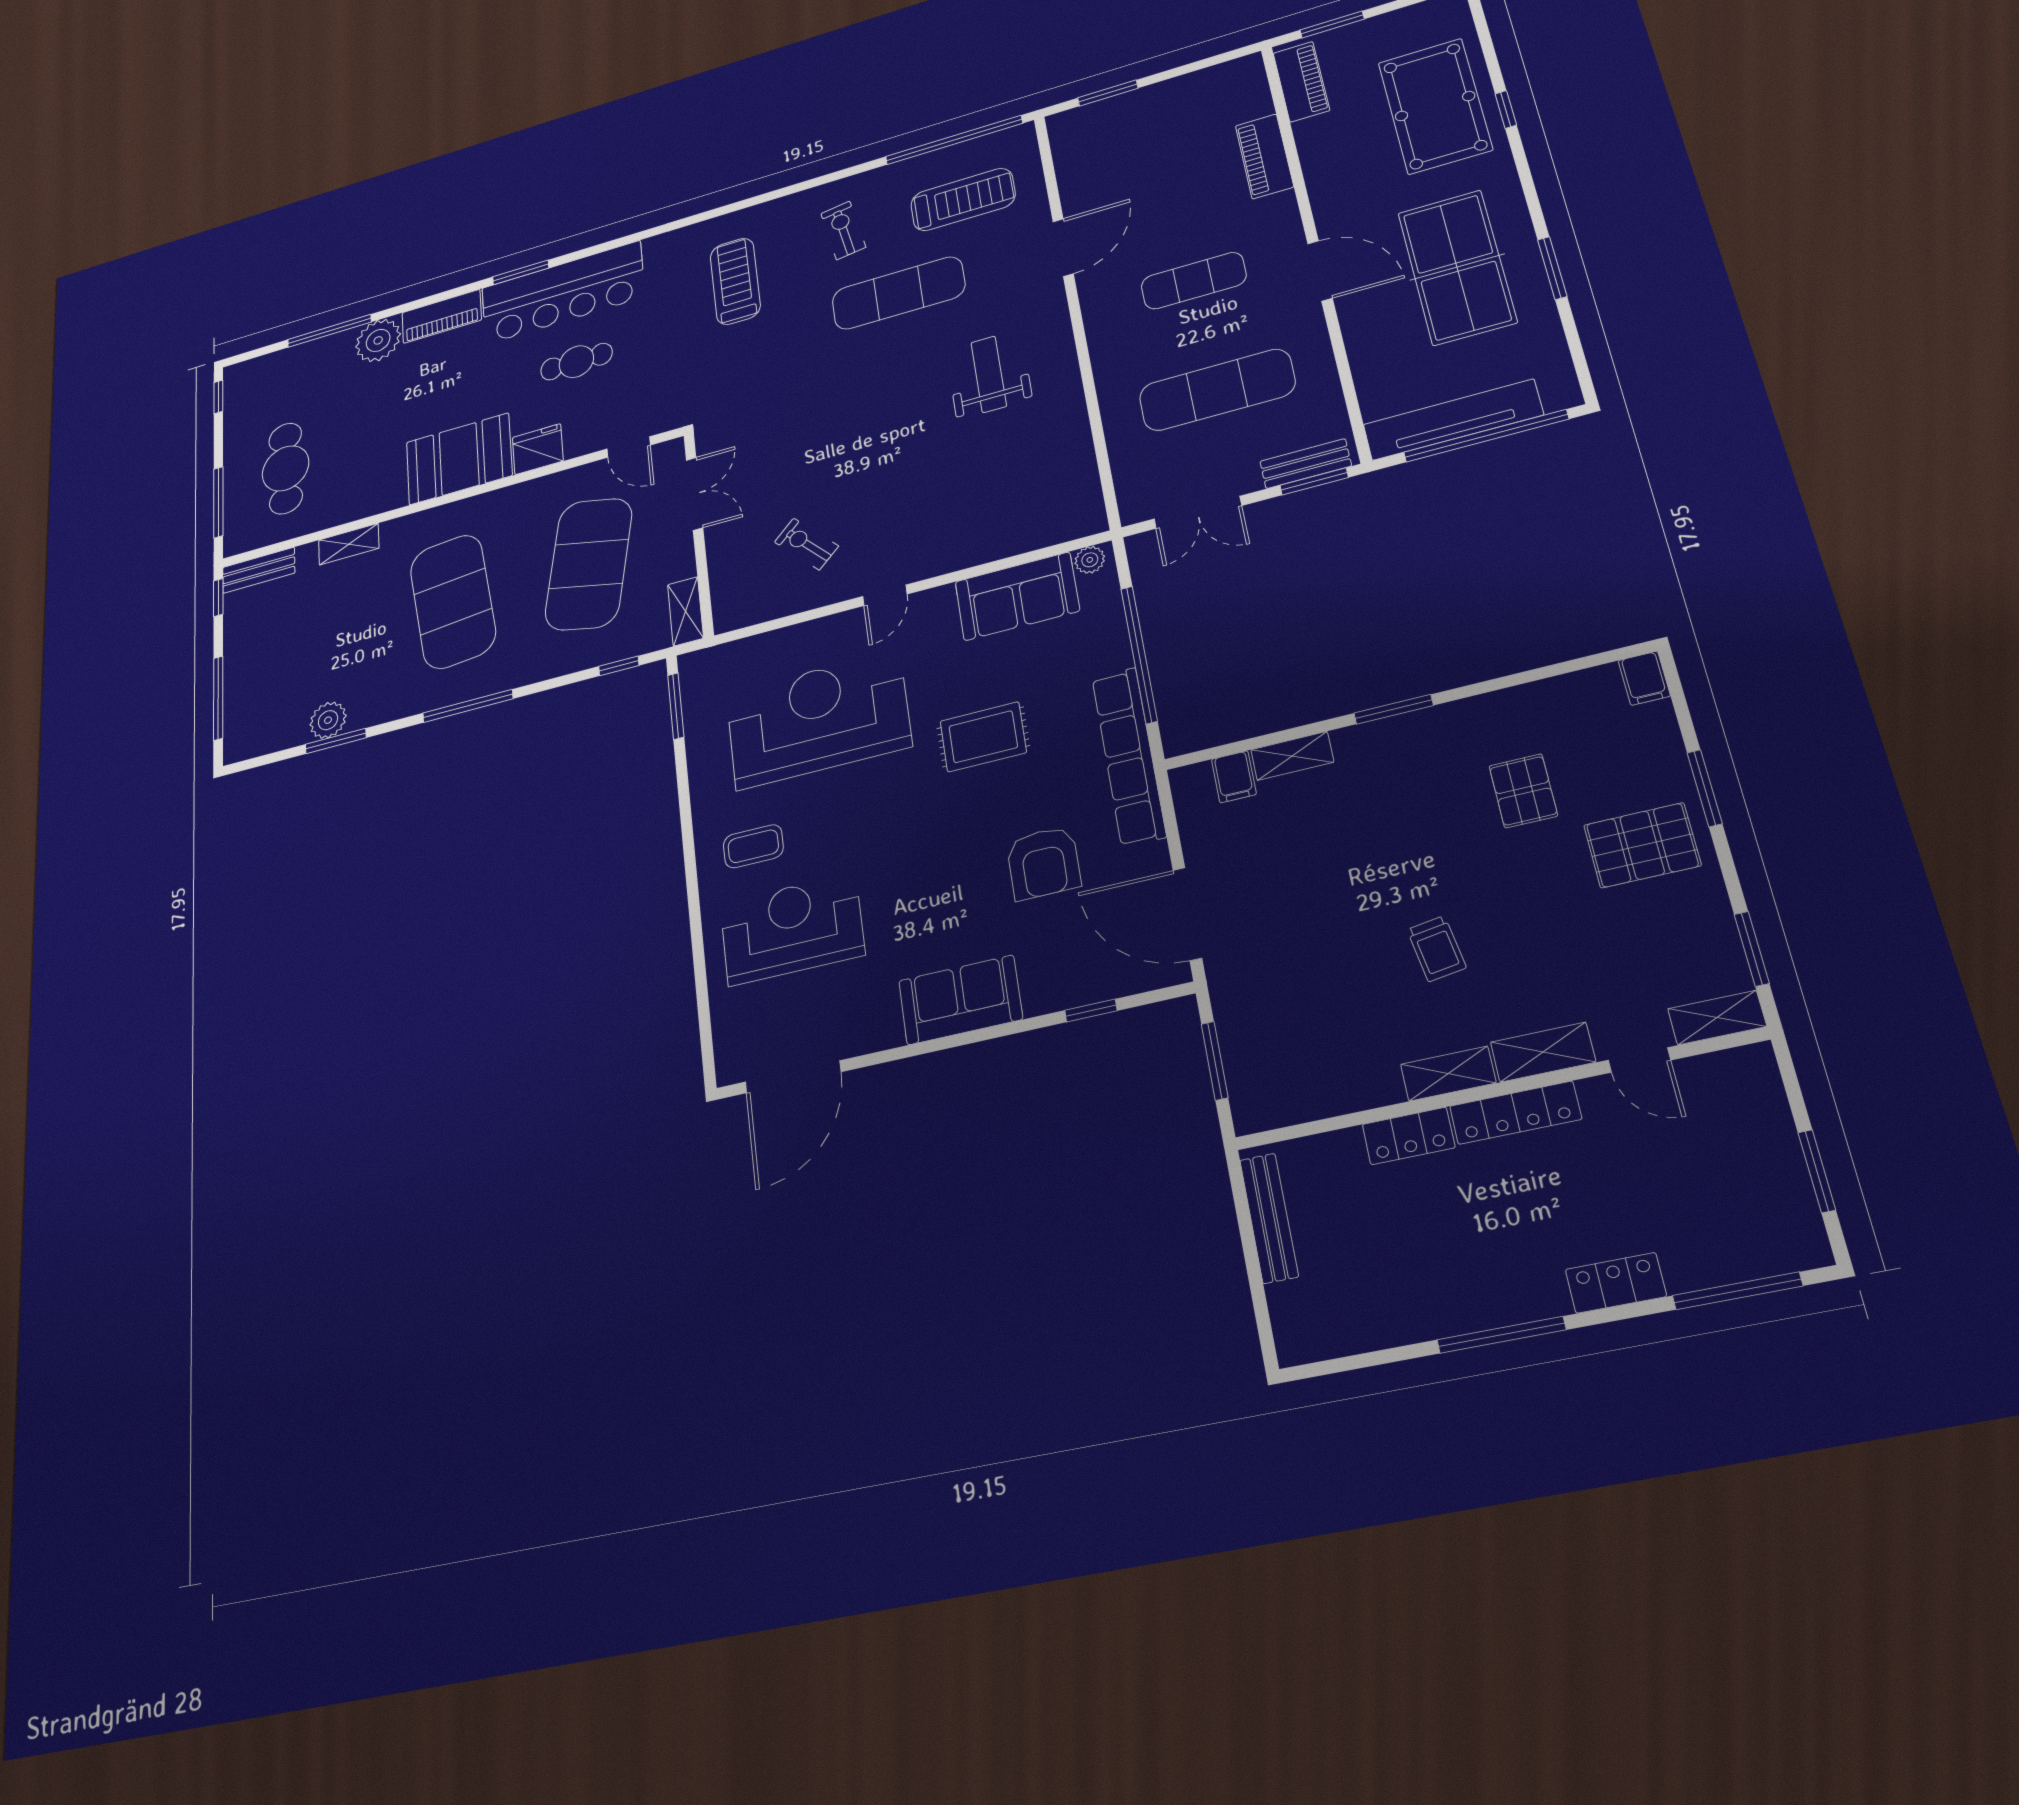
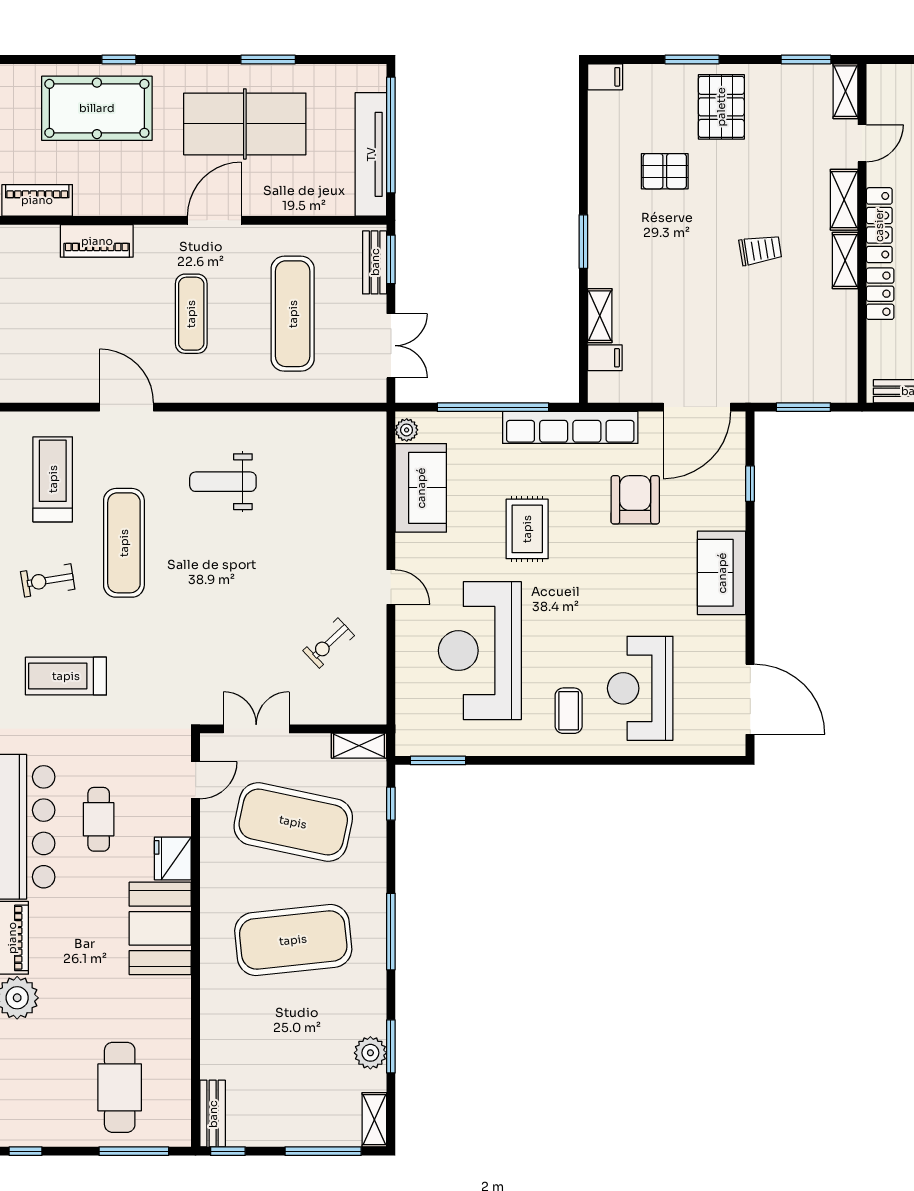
cafe table: (286, 468) -> (120, 1087), turned 90
shelving: (349, 544) -> (374, 1120), moved
armchair: (1044, 863) -> (635, 500), turned -90

